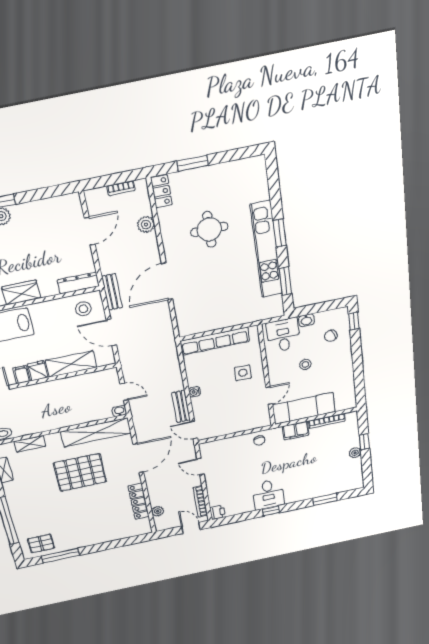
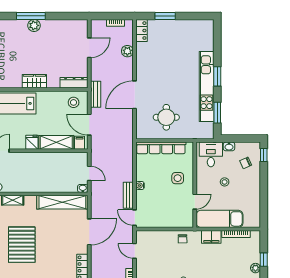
round table: (209, 229) -> (166, 117), moved
filing cabinet: (22, 375) -> (79, 143), moved
pallet: (80, 472) -> (22, 245), moved, turned 90

